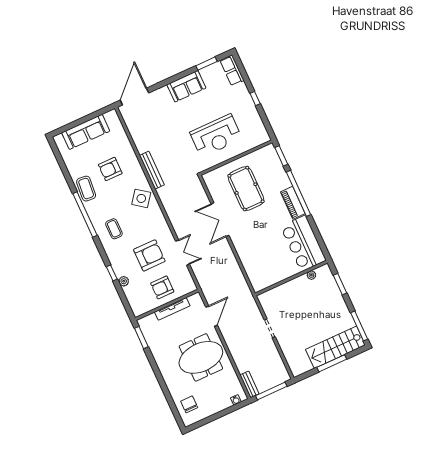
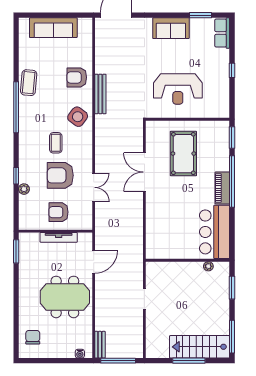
armchair: (110, 169) -> (77, 77), moved
coffee table: (114, 229) -> (56, 143), moved
armchair: (149, 255) -> (60, 175), turned 180

